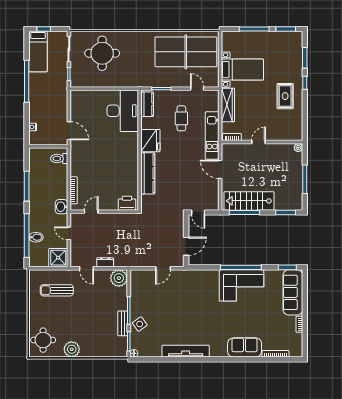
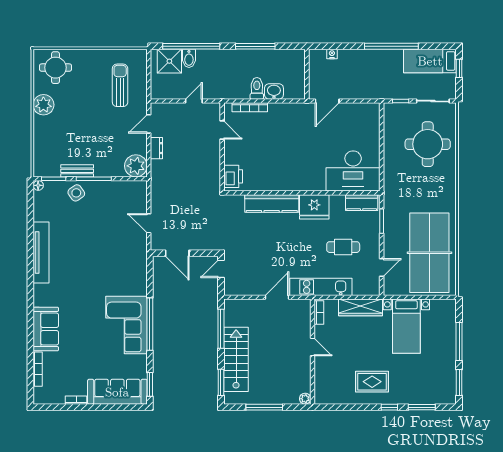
toilet: (59, 158) -> (257, 88), moved
stairs: (249, 201) -> (236, 359), moved
washbasin: (61, 207) -> (274, 91), moved
shower: (58, 258) -> (169, 61), moved

